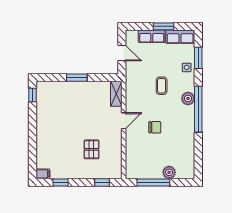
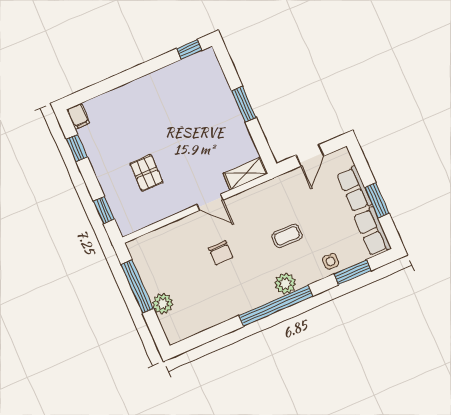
pallet: (92, 149) -> (146, 173), turned 90

